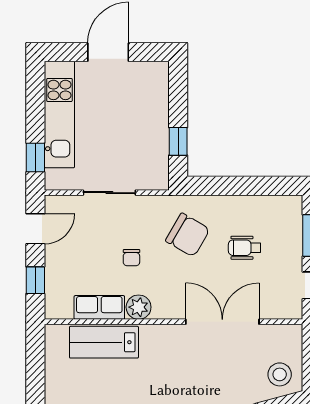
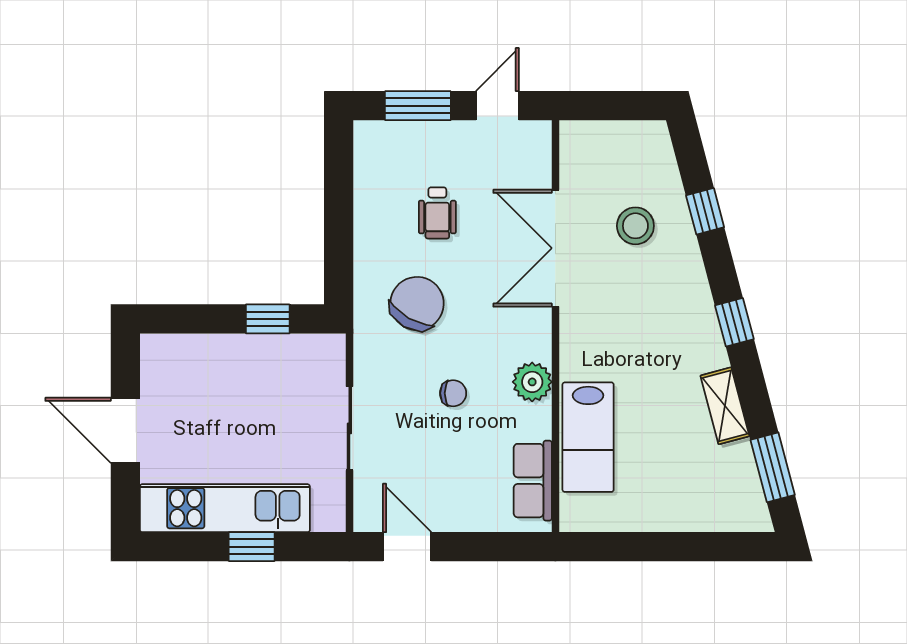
window: (35, 158) -> (252, 547), moved
window: (35, 280) -> (489, 547), removed
row of seats: (99, 307) -> (533, 481), moved
stool: (280, 374) -> (635, 226), moved

